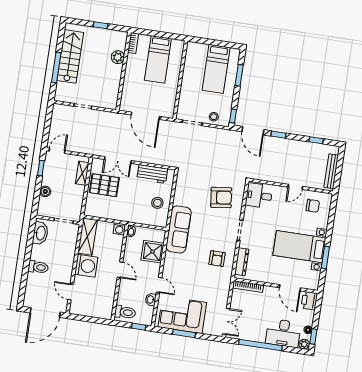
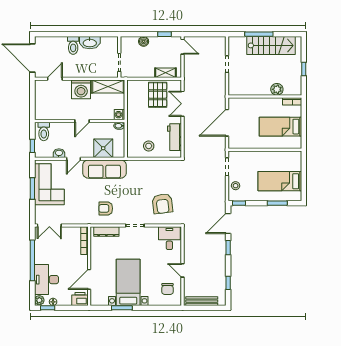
sofa: (179, 229) -> (104, 169), moved
washbasin: (40, 233) -> (90, 43), moved

